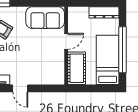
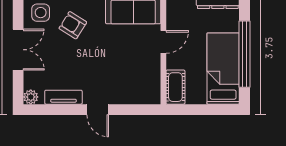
cot: (77, 68) -> (175, 87), width x0.73, depth x0.75

